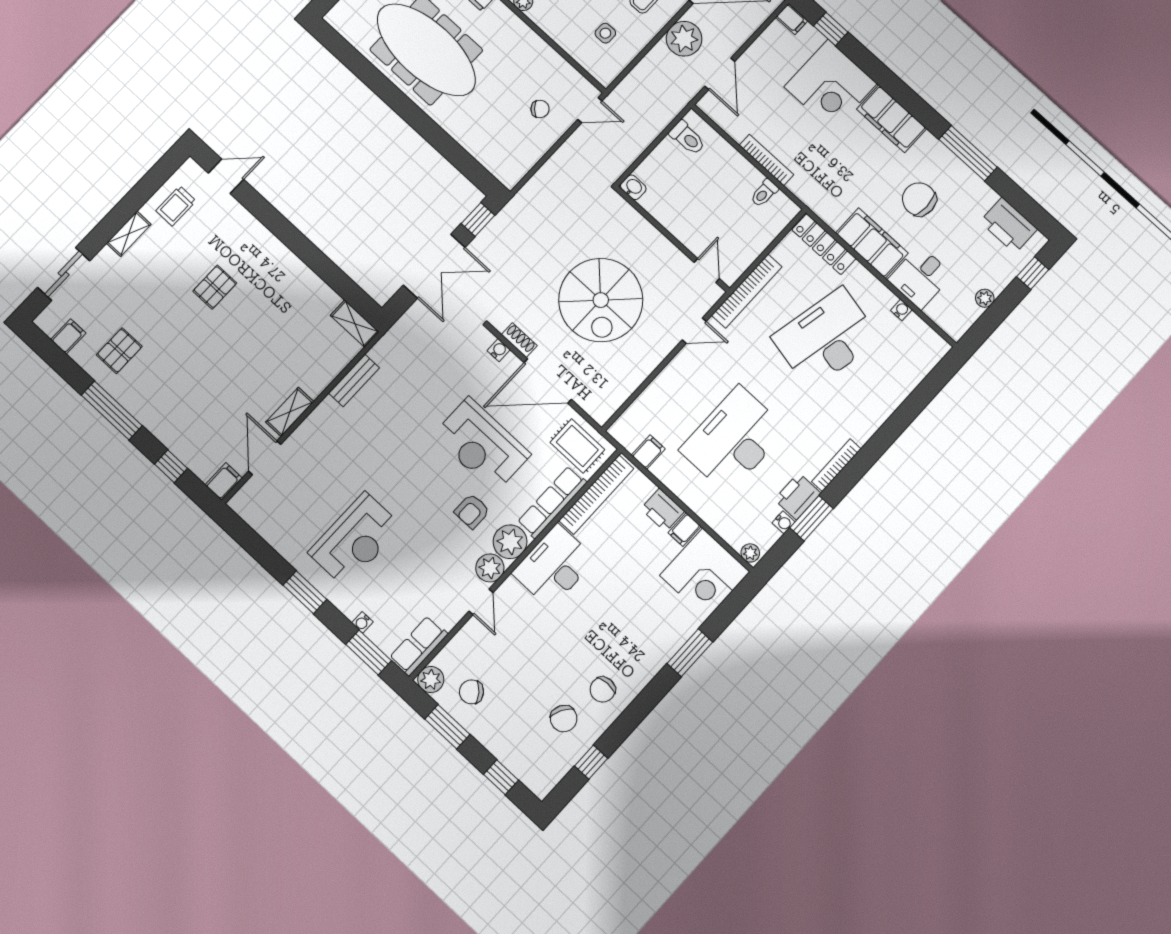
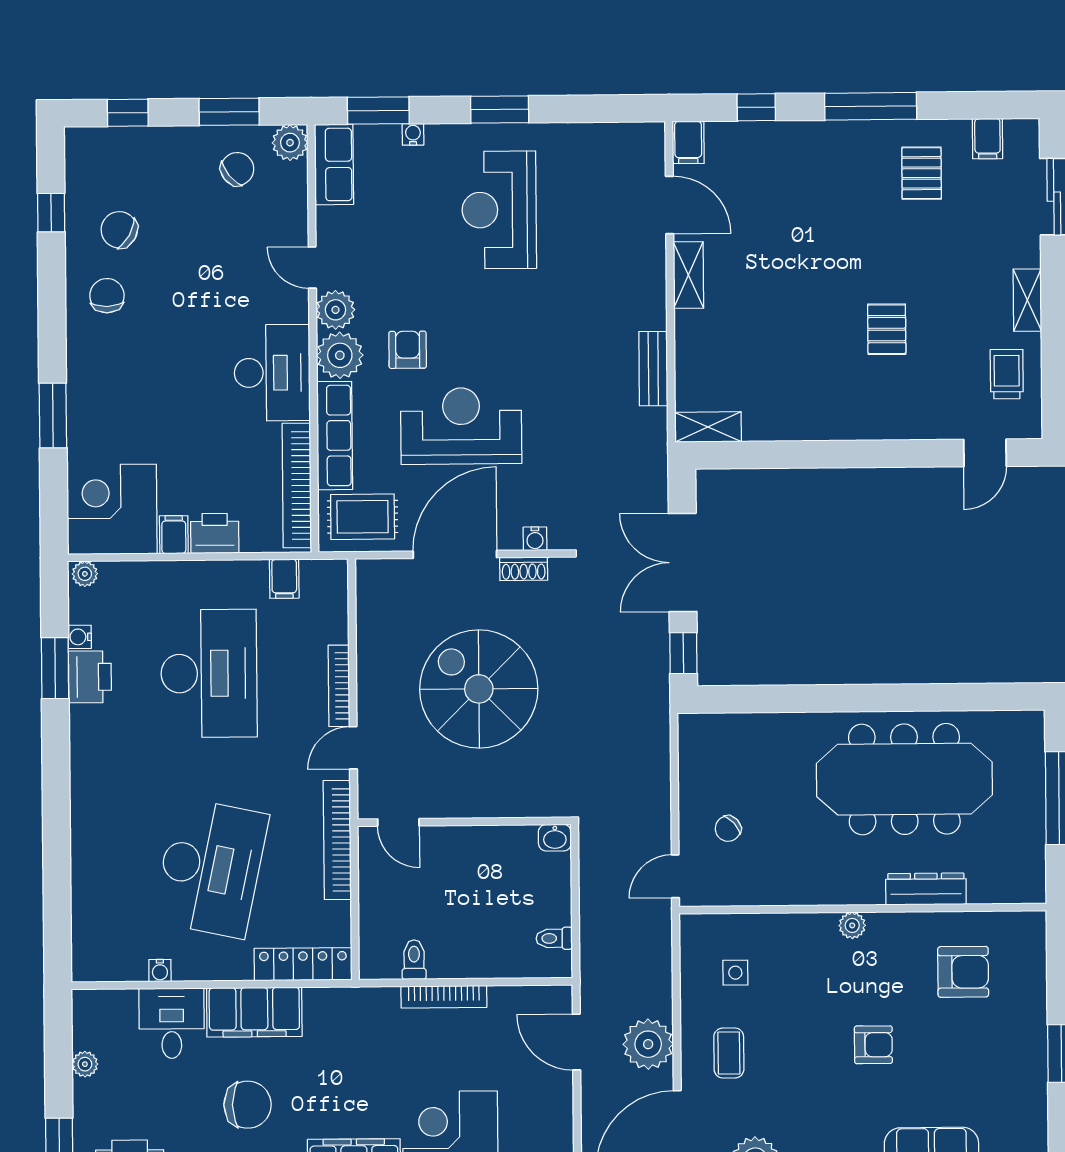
toilet: (687, 138) -> (554, 938), width x0.73, depth x0.72
bookcase: (836, 465) -> (339, 686), moved, turned 180

